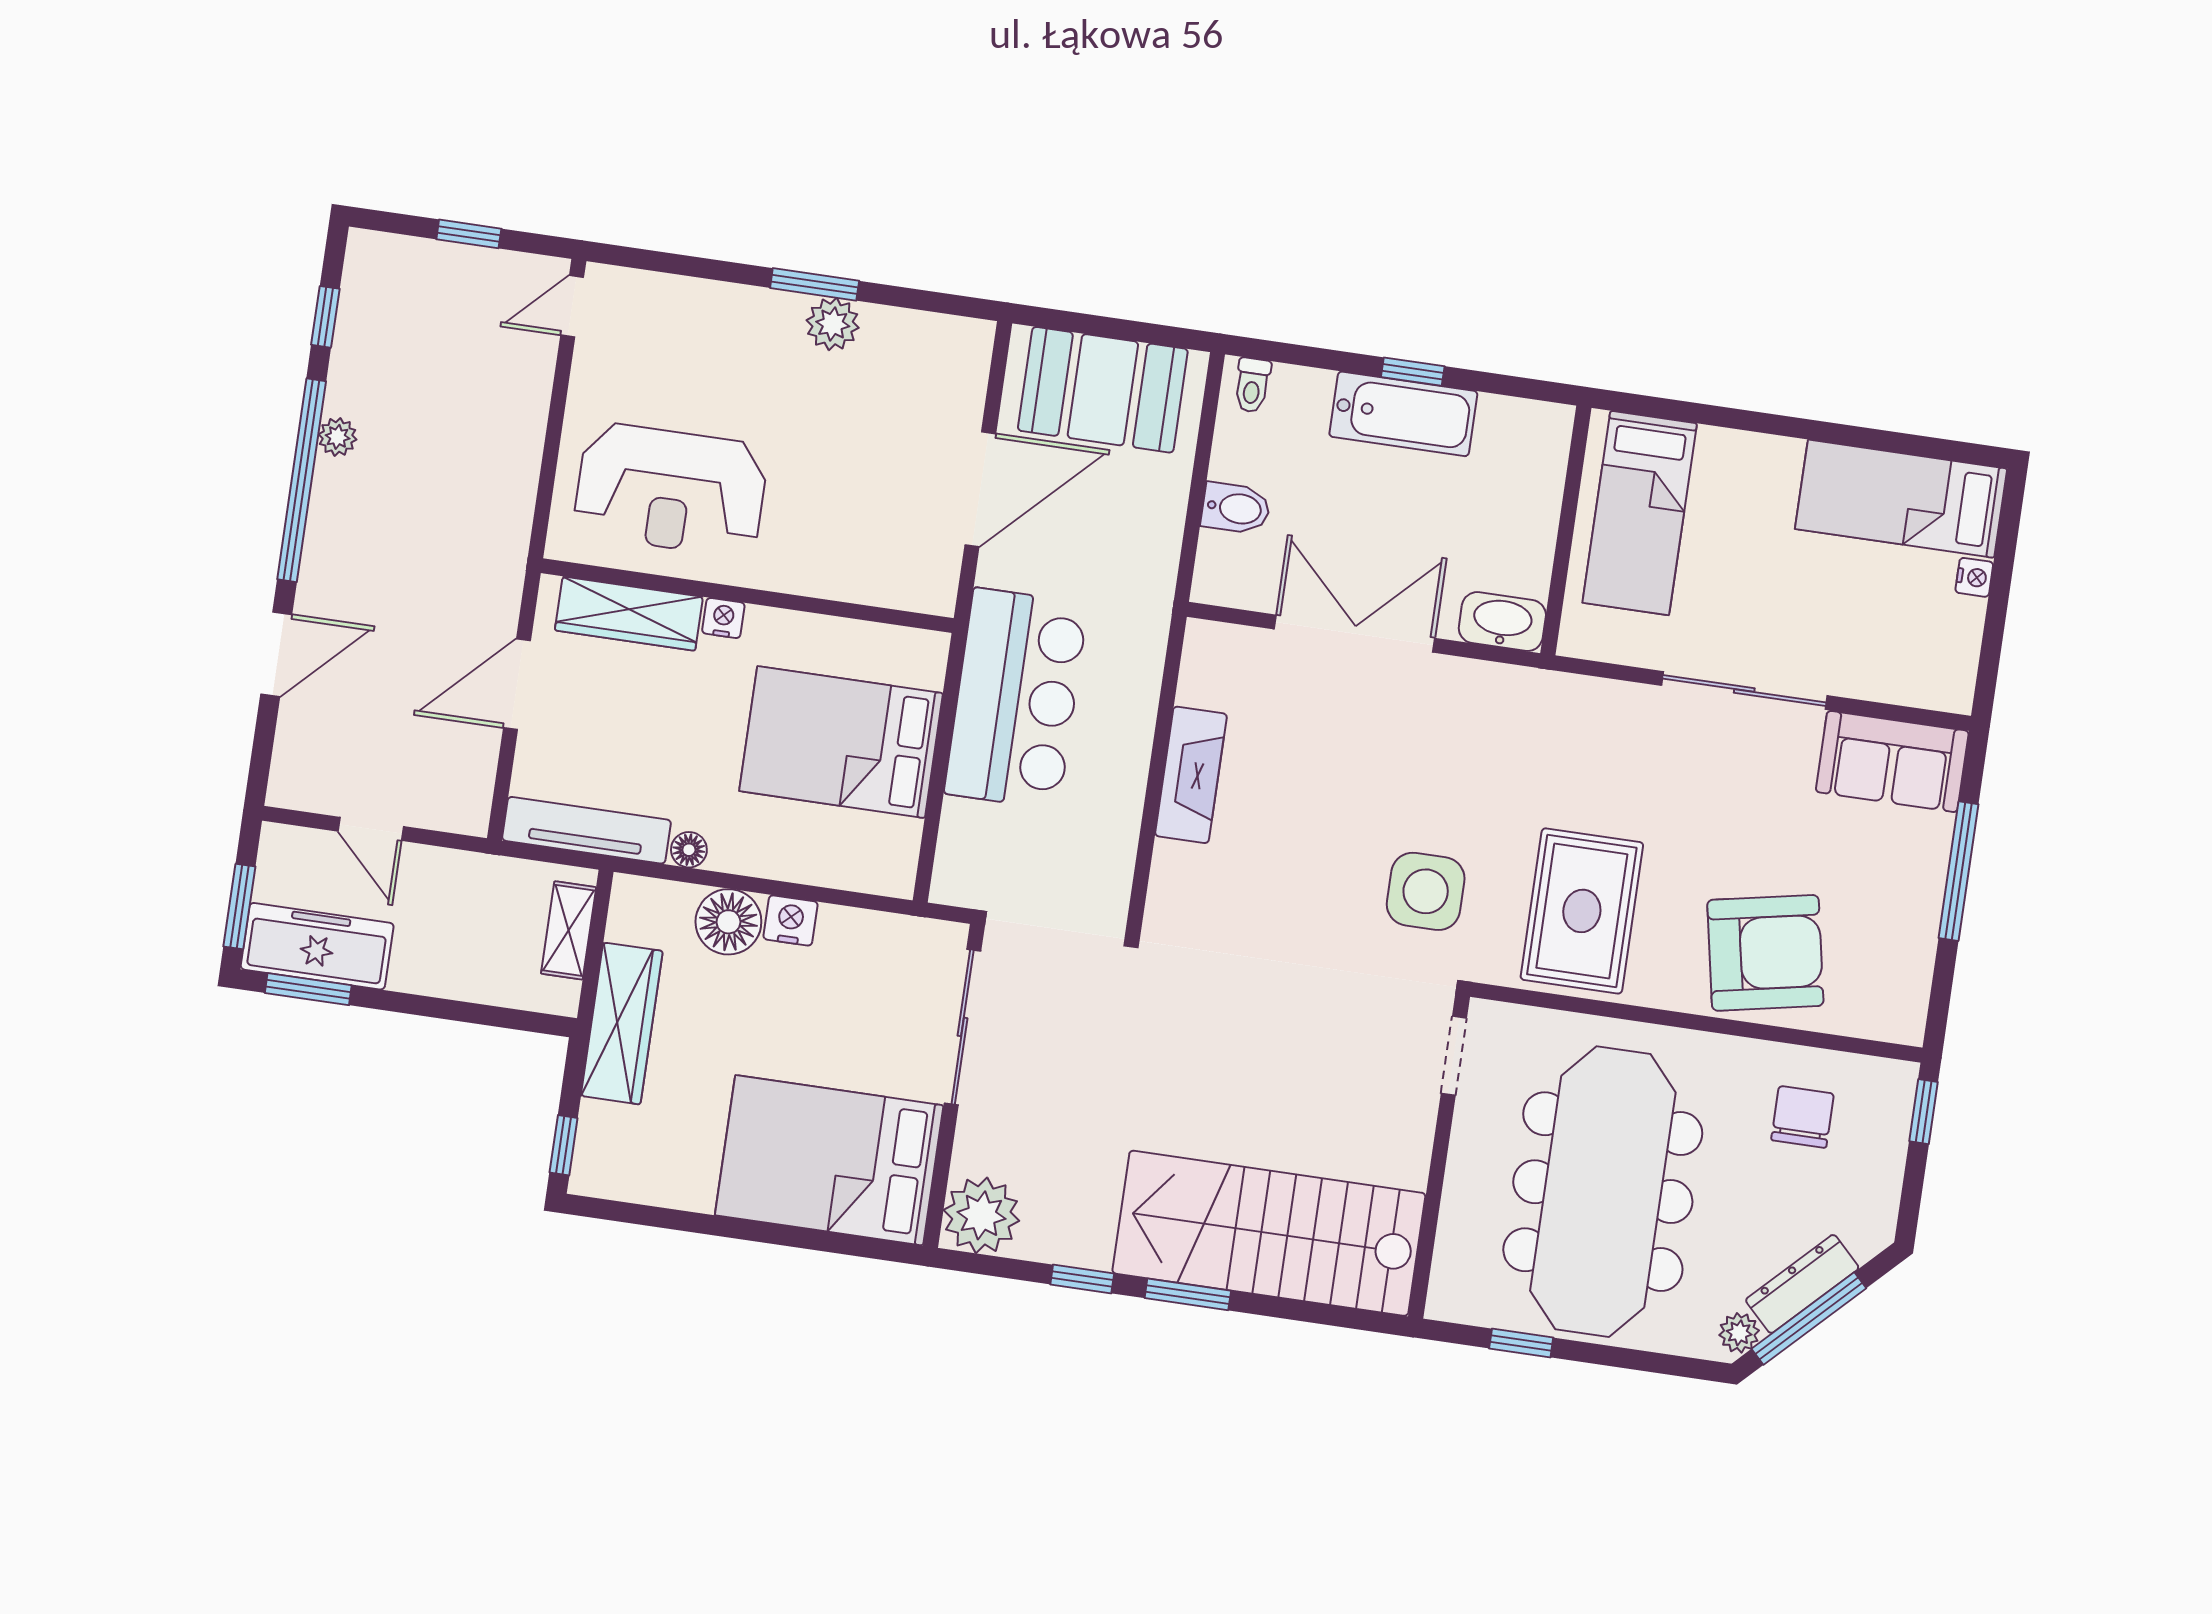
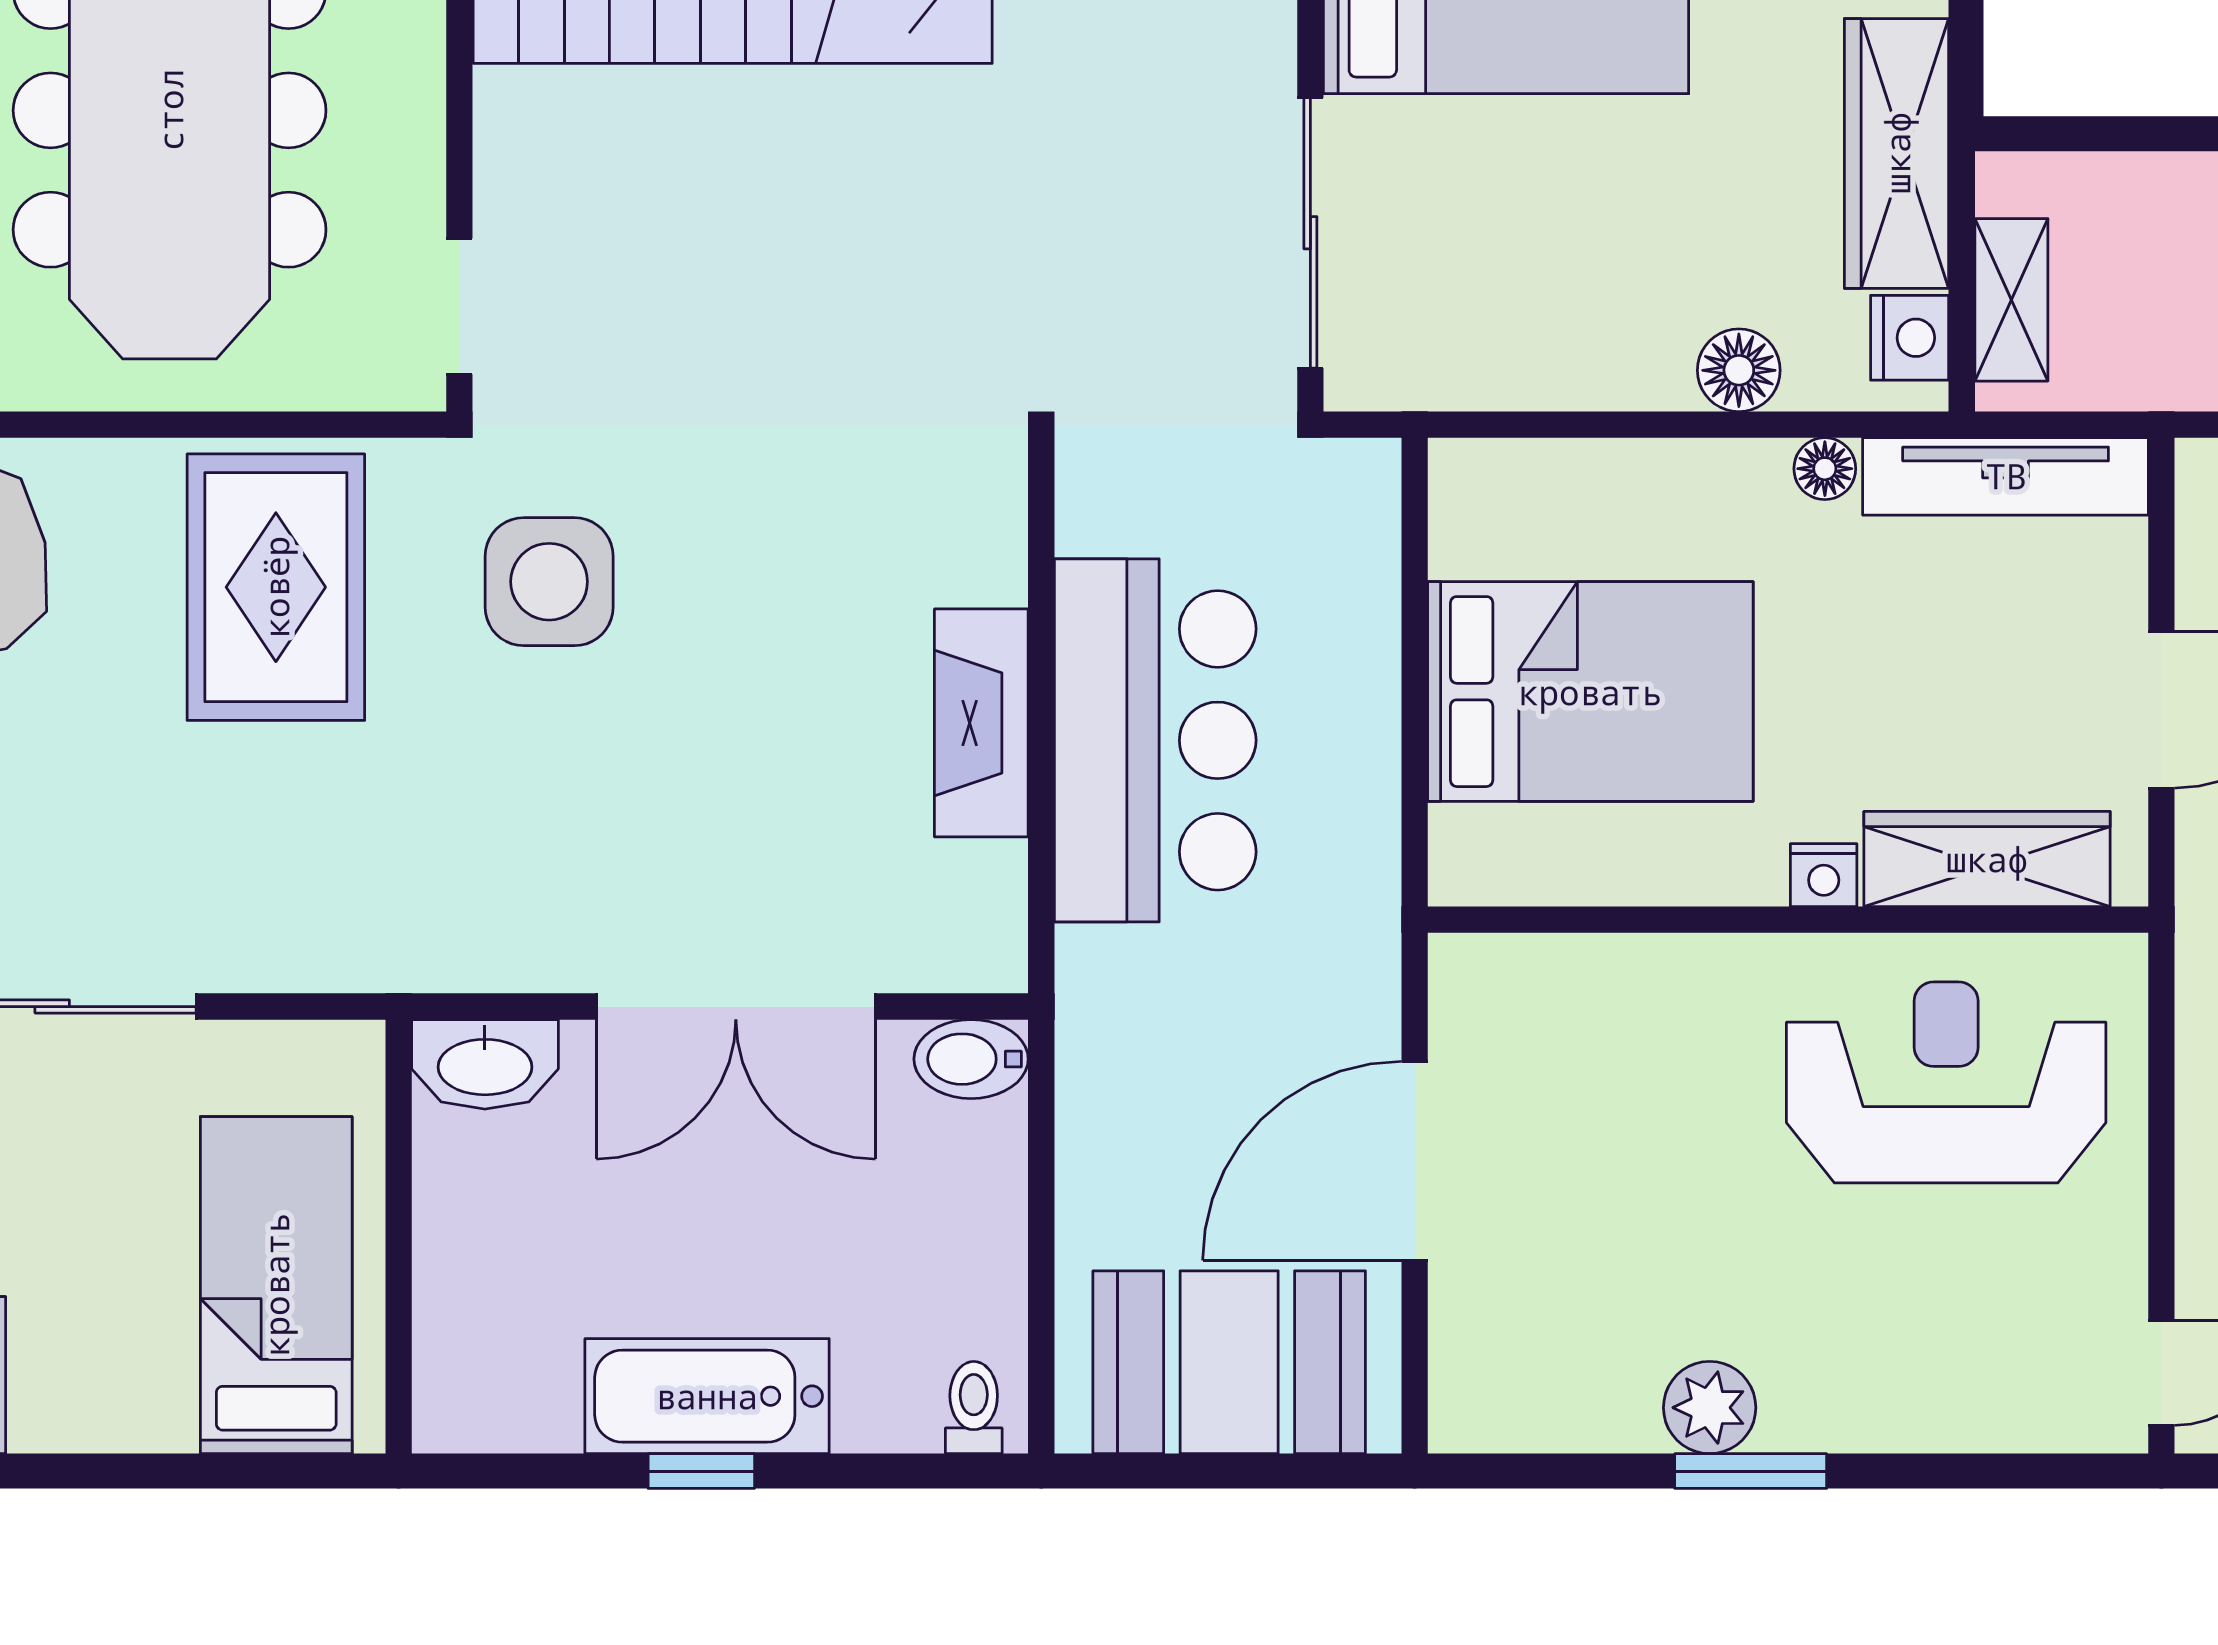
bidet: (1236, 508) -> (971, 1059), moved
bar counter: (1016, 699) -> (1155, 740), moved, turned 180
nightstand: (791, 920) -> (1910, 338), moved, turned -90
floor lamp: (728, 922) -> (1739, 370), width x0.73, depth x0.73

